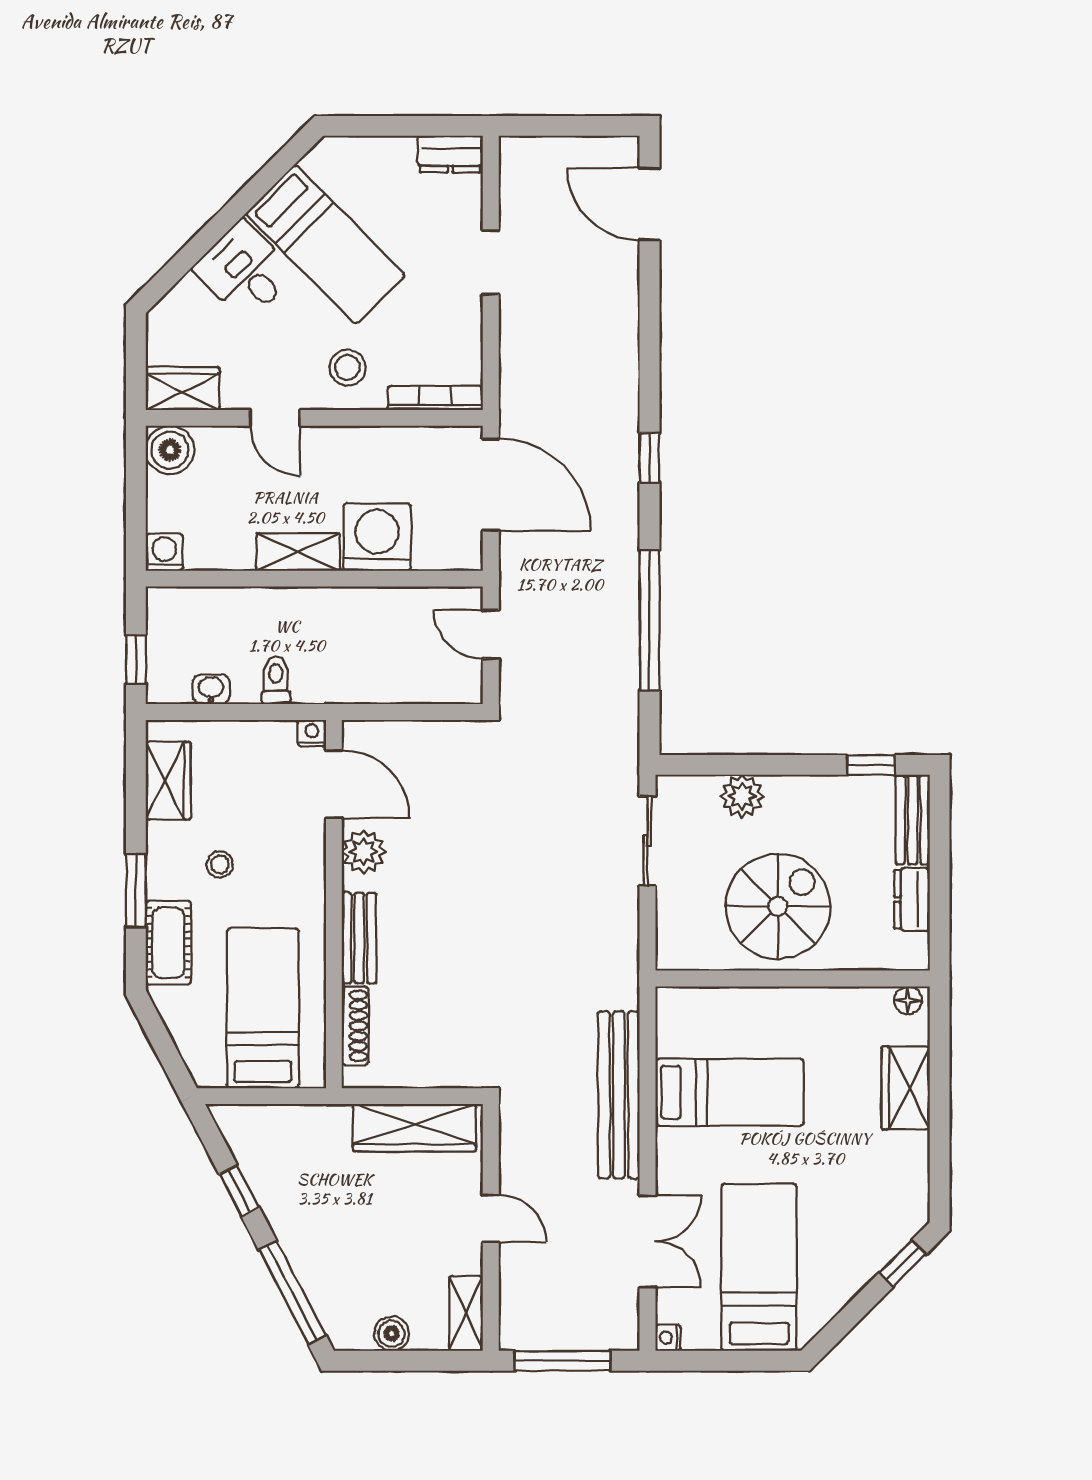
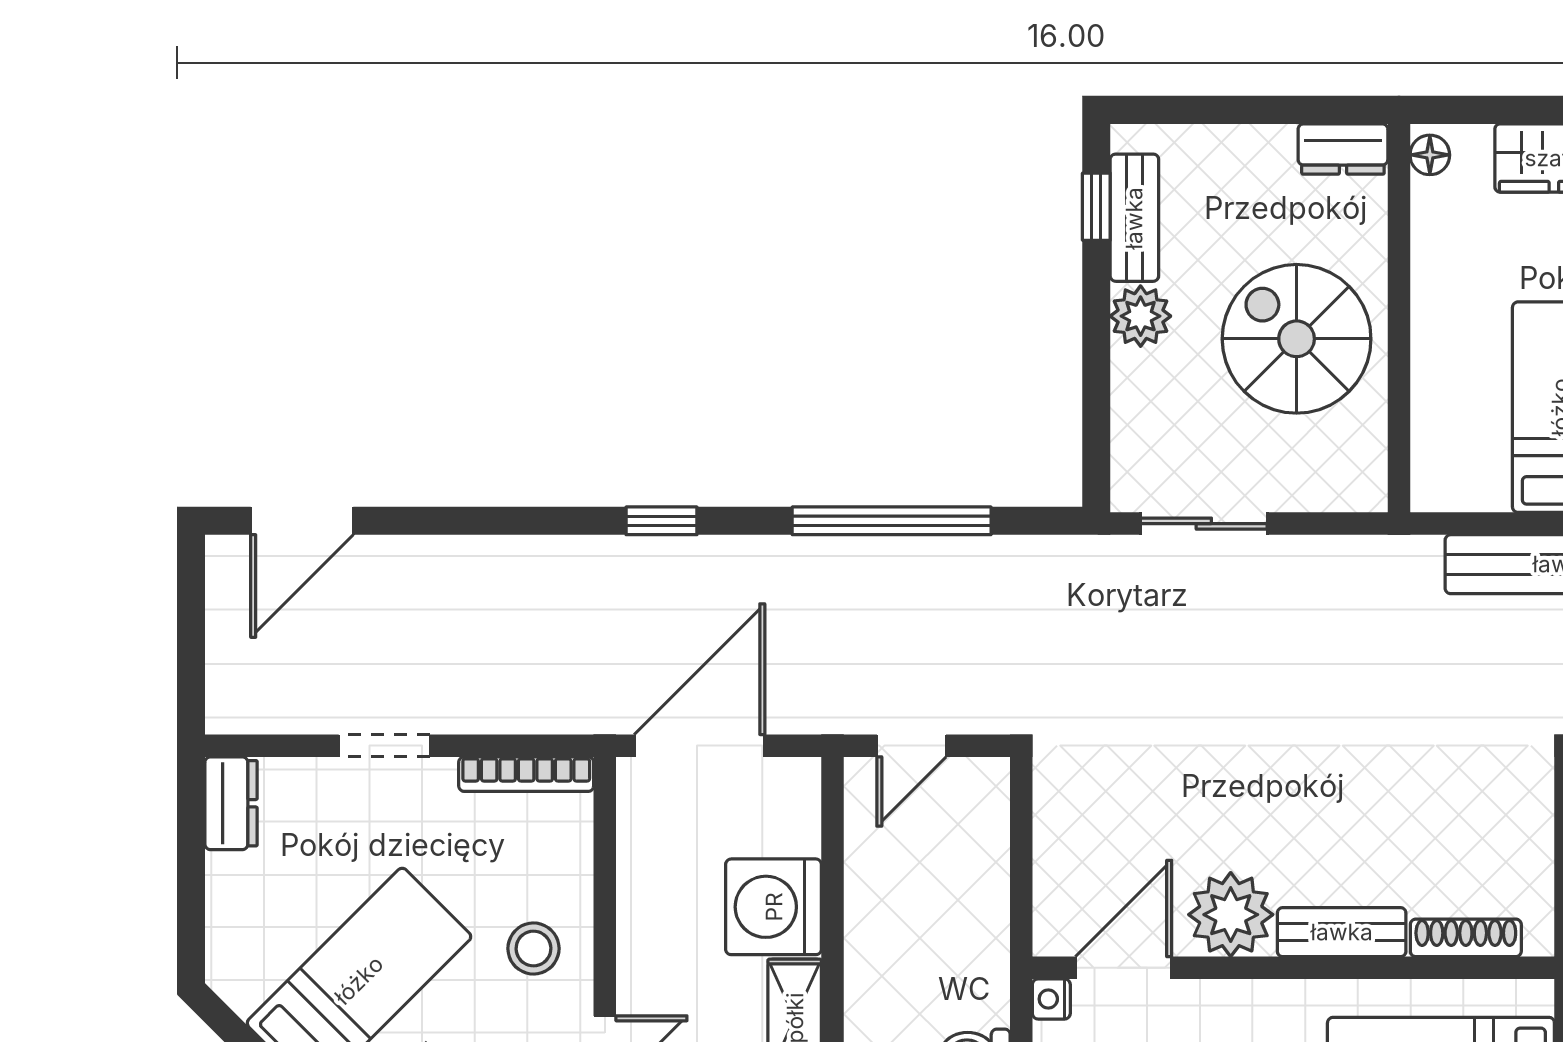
bookcase: (435, 398) -> (526, 774), moved, turned -90
plant: (742, 796) -> (1141, 316), moved
bench: (913, 820) -> (1134, 218), moved, turned 90
plant: (364, 852) -> (1231, 915), width x1.36, depth x1.36
dresser: (912, 899) -> (1343, 149), moved

